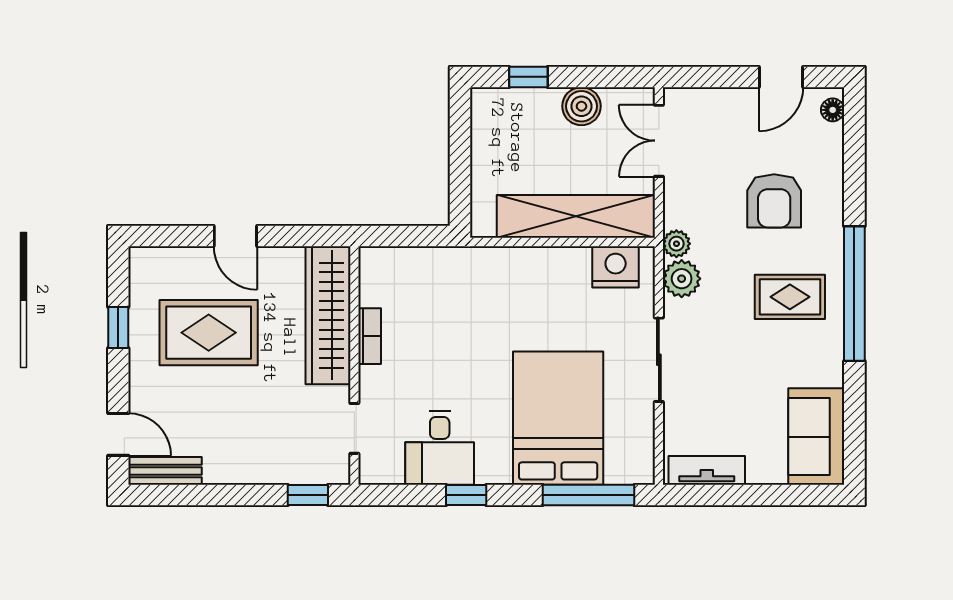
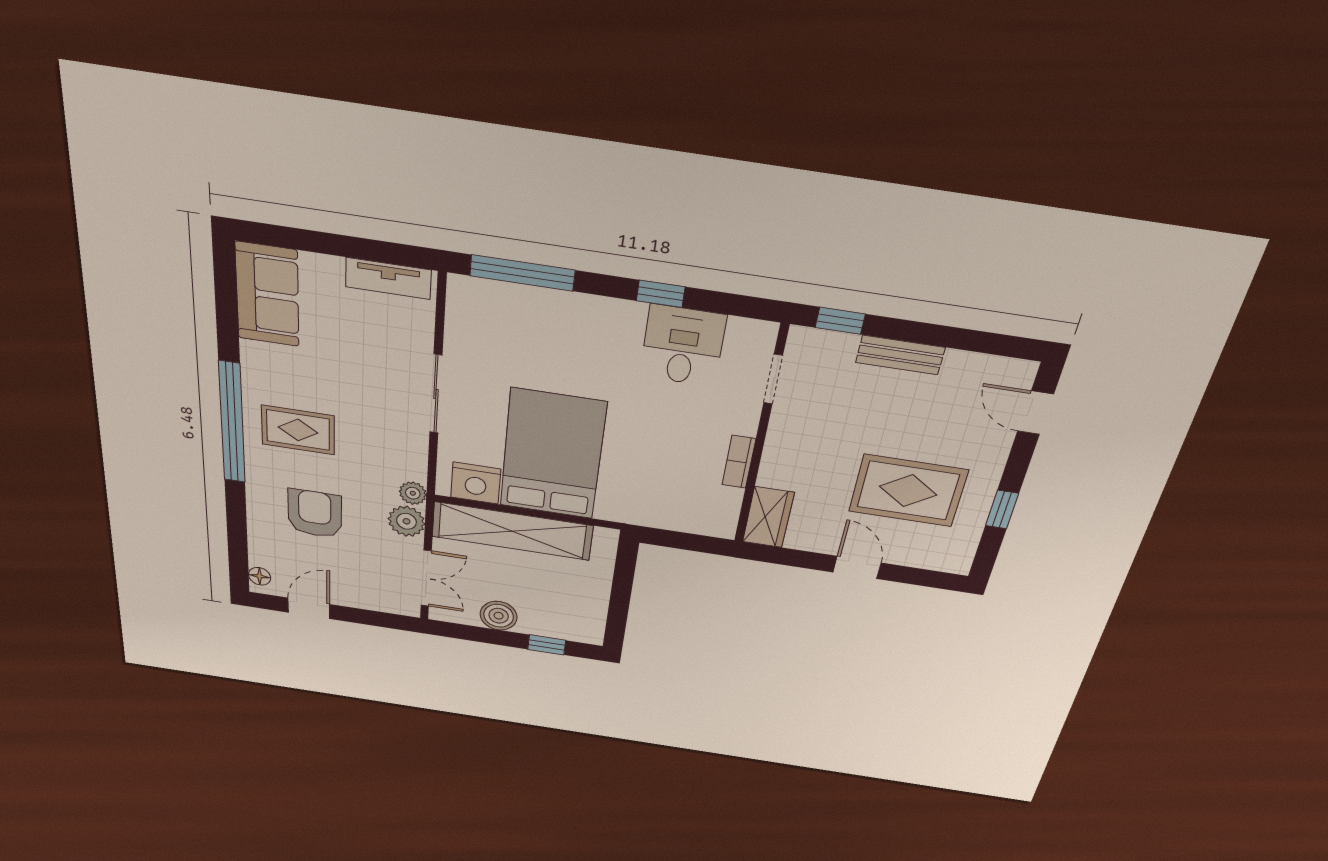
plant: (682, 279) -> (406, 521), moved
wardrobe: (328, 315) -> (768, 517), width x0.48, depth x0.85
bed: (558, 418) -> (552, 455), moved, turned 180
bench: (165, 471) -> (900, 355), moved

